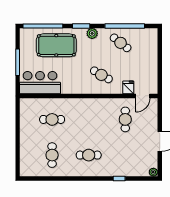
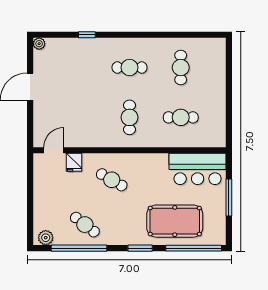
plant: (92, 33) -> (46, 238), moved
cafe table: (125, 119) -> (130, 117), moved

